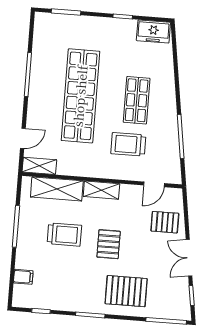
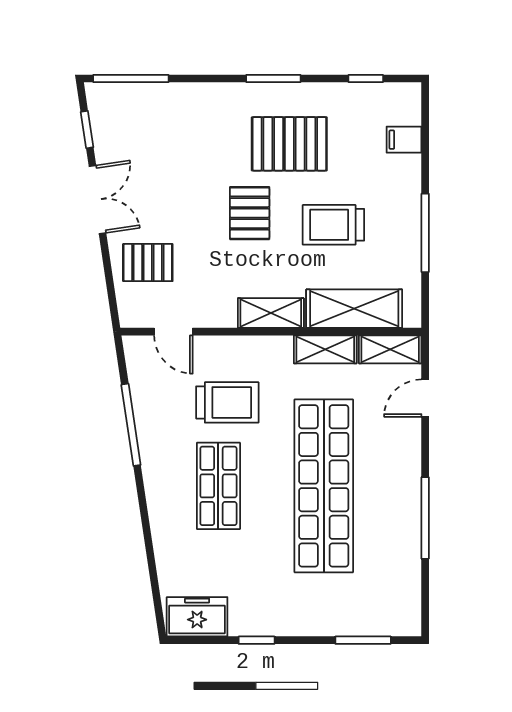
shelving: (74, 169) -> (325, 349), added
door: (154, 184) -> (173, 332), swing flipped
pallet: (126, 291) -> (289, 144), moved

